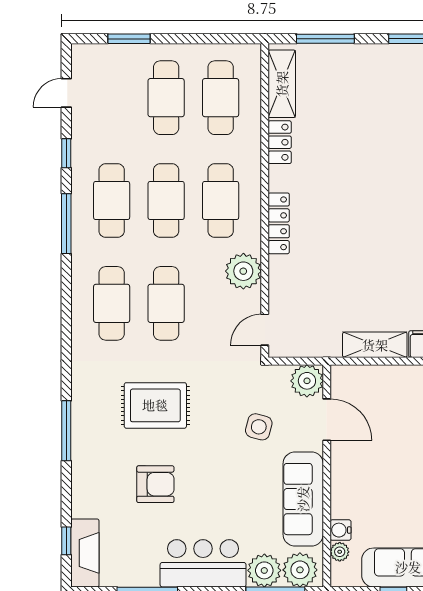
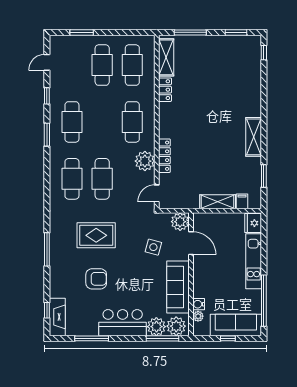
cafe table: (166, 201) -> (102, 122), removed
locker: (279, 223) -> (164, 156), moved
window: (66, 224) -> (47, 135), width x0.69

